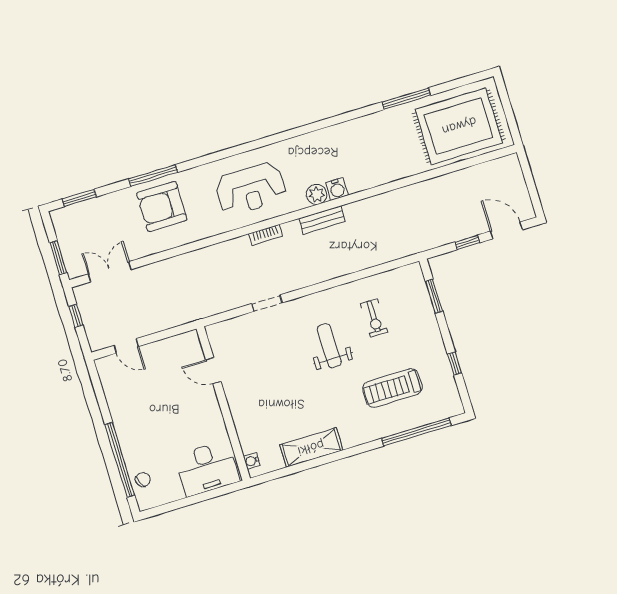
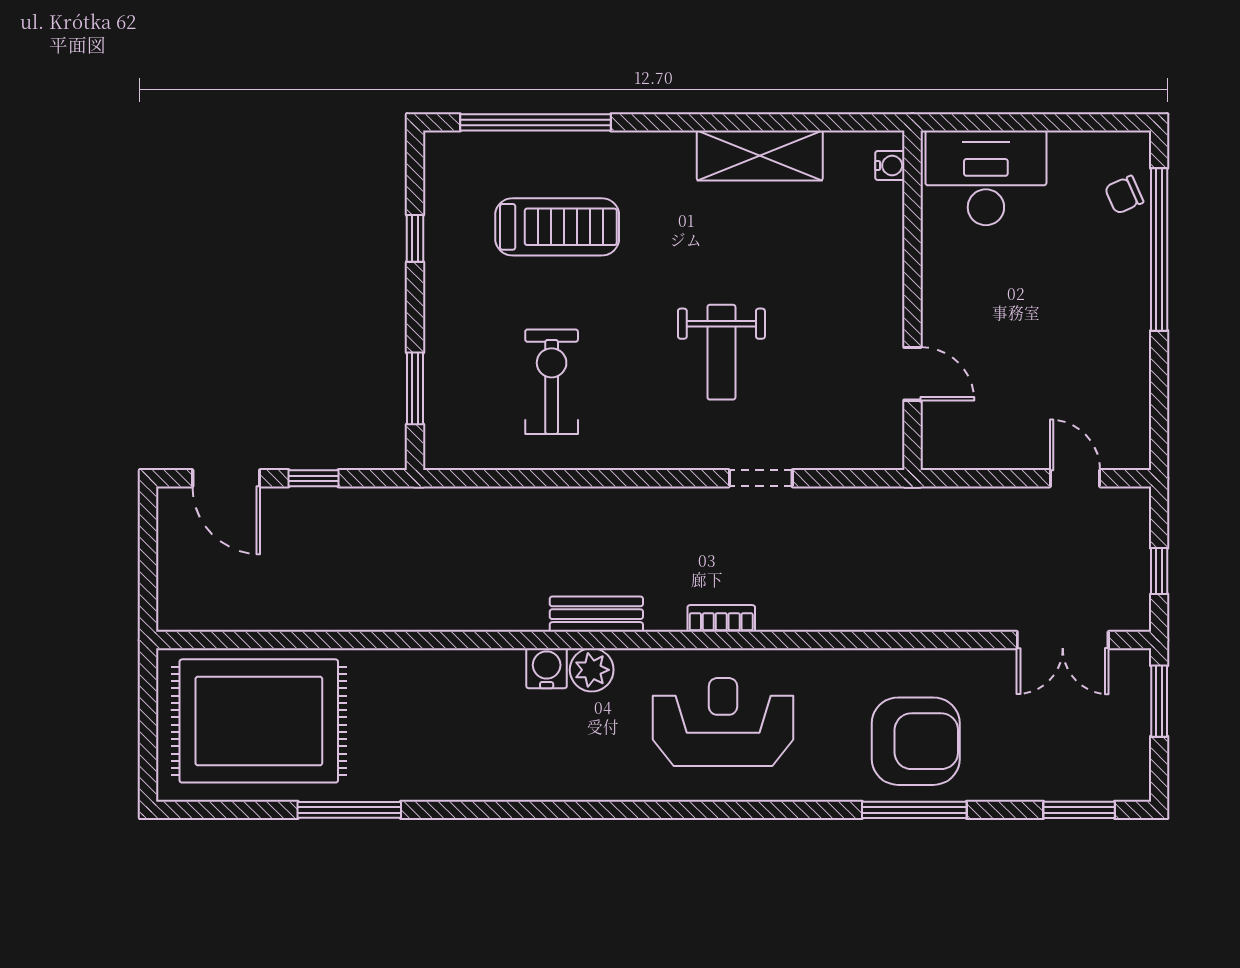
exercise bike: (374, 318) -> (552, 382), width x1.38, depth x1.39
weight bench: (329, 346) -> (721, 352), moved

